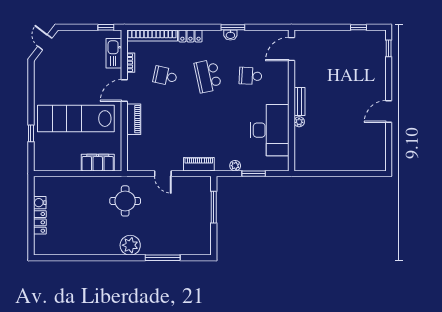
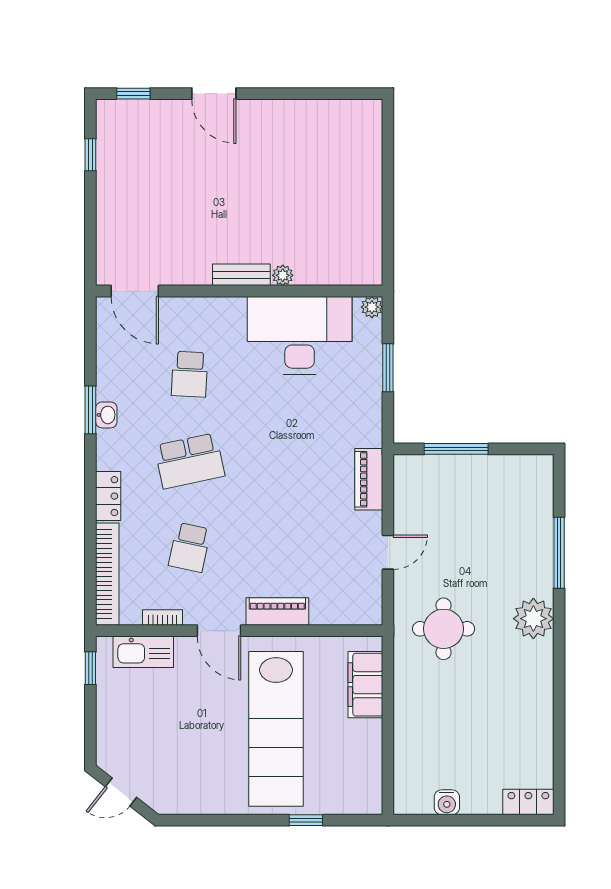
door: (389, 111) -> (214, 94), moved
plant: (235, 166) -> (372, 307), moved
locker: (40, 222) -> (528, 802), moved

